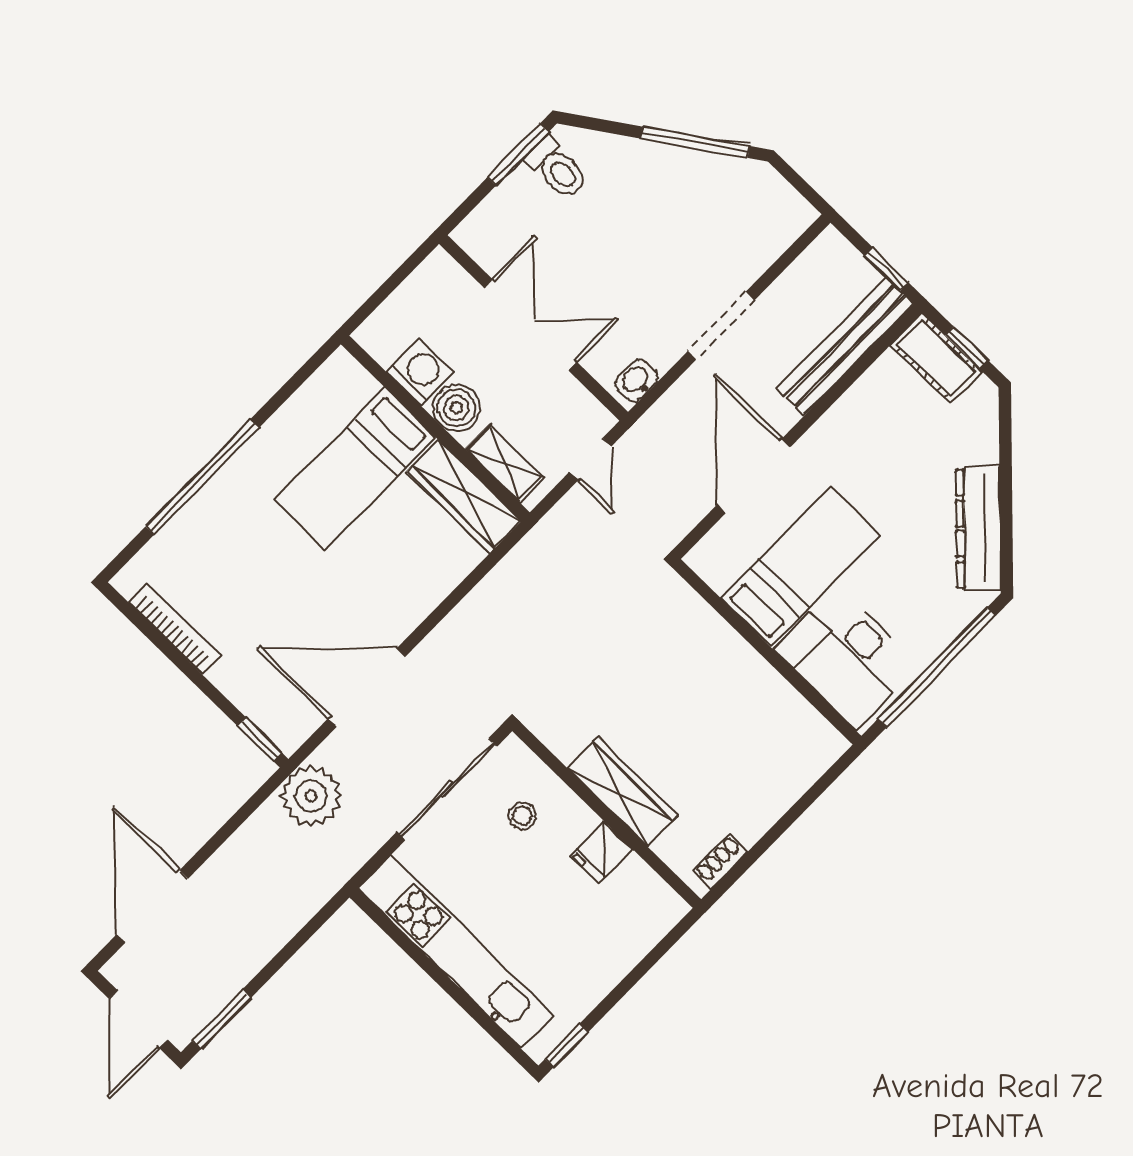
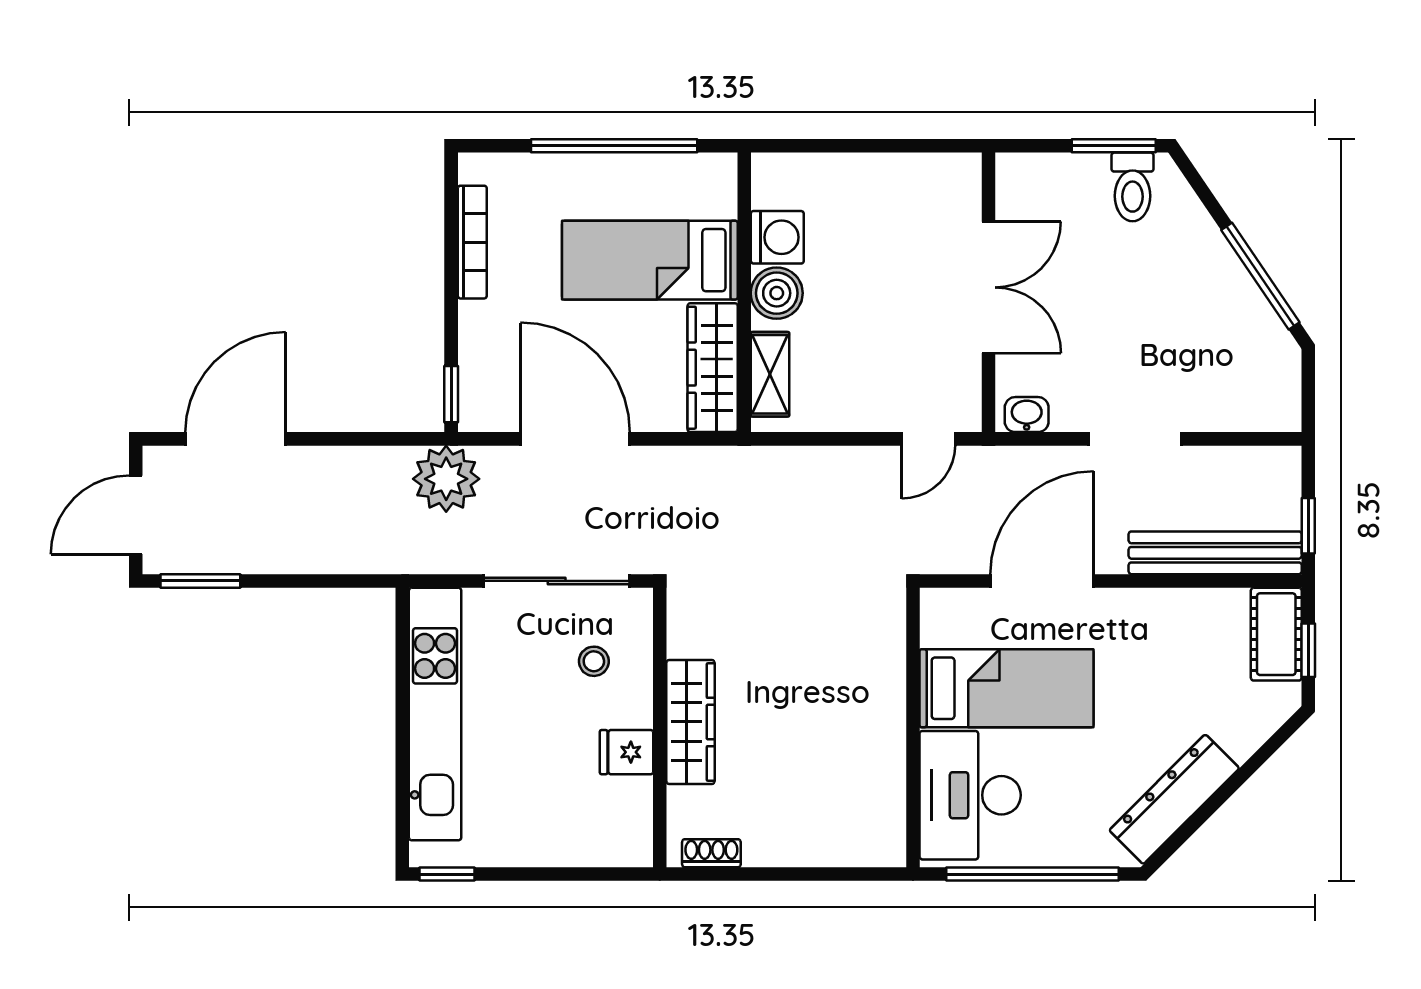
washing machine: (421, 372) -> (777, 237), moved
boiler: (456, 408) -> (777, 293), moved
wall: (435, 428) -> (744, 292), moved
shelving: (504, 463) -> (770, 374), moved
bed: (355, 469) -> (650, 260), moved
wardrobe: (464, 496) -> (713, 368), moved

